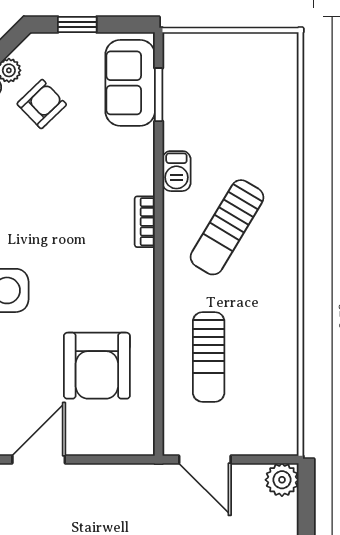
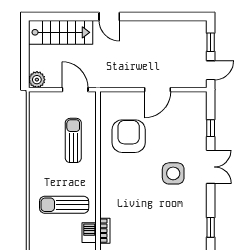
bookcase: (145, 222) -> (105, 231), moved
sun lounger: (227, 227) -> (64, 205), turned -121

